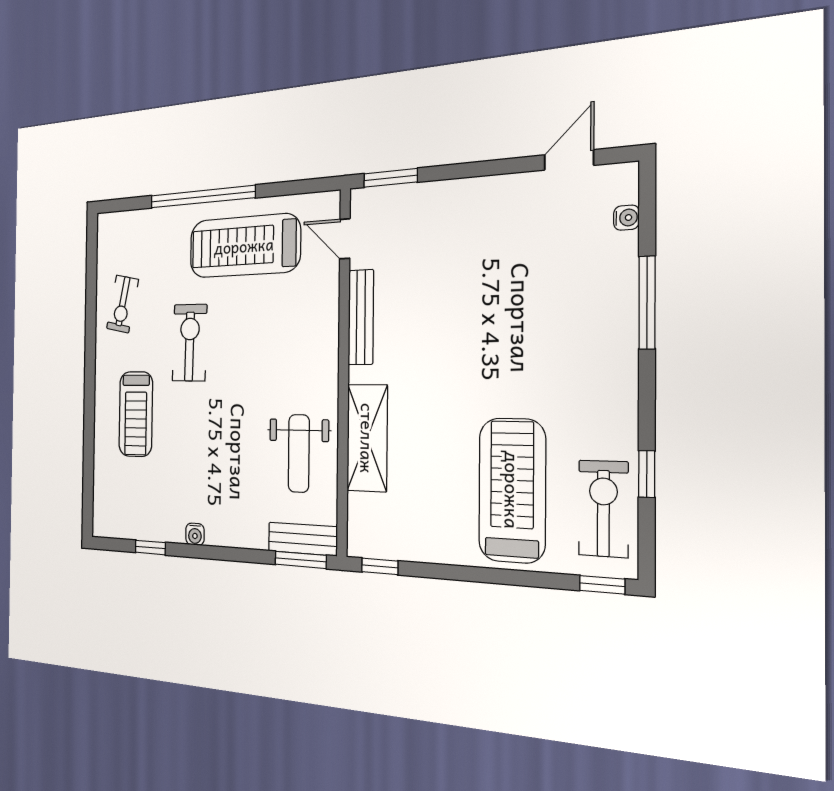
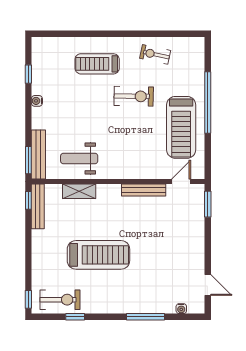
treadmill: (244, 246) -> (181, 127), turned 180
shelving: (367, 438) -> (79, 191), width x0.67, depth x0.75
treadmill: (512, 490) -> (98, 255), moved
bench: (303, 539) -> (38, 154), width x1.36
bench: (392, 547) -> (38, 206), added

